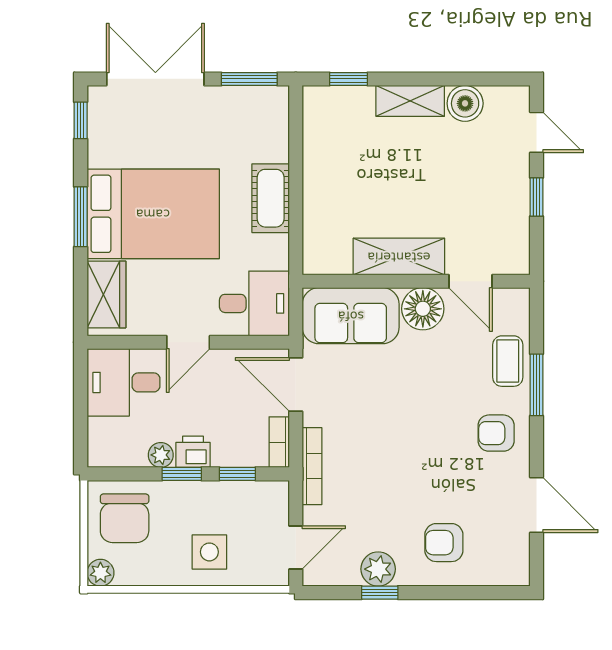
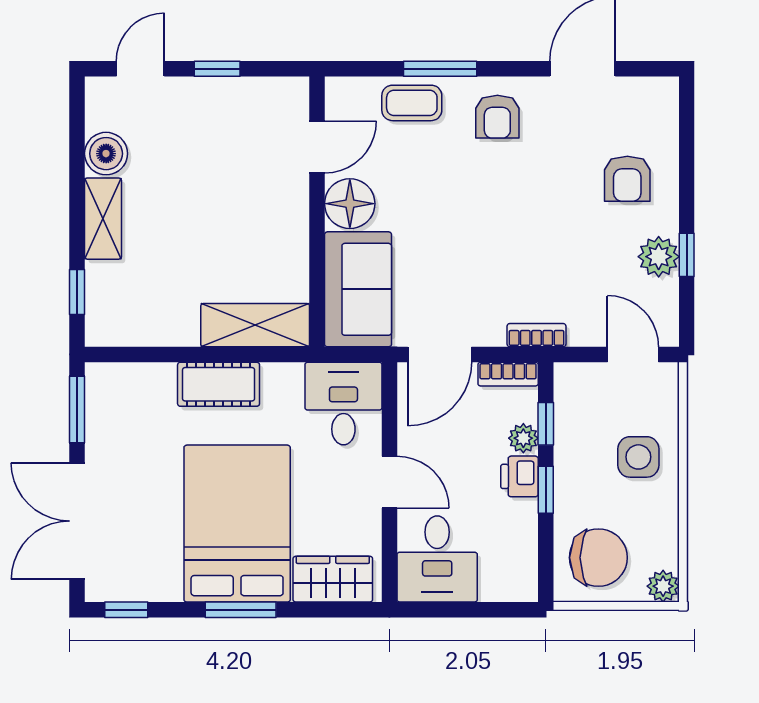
shelving: (399, 257) -> (255, 325), moved, turned 90
plant: (161, 455) -> (523, 438), moved
bookcase: (312, 466) -> (537, 335), width x0.64

